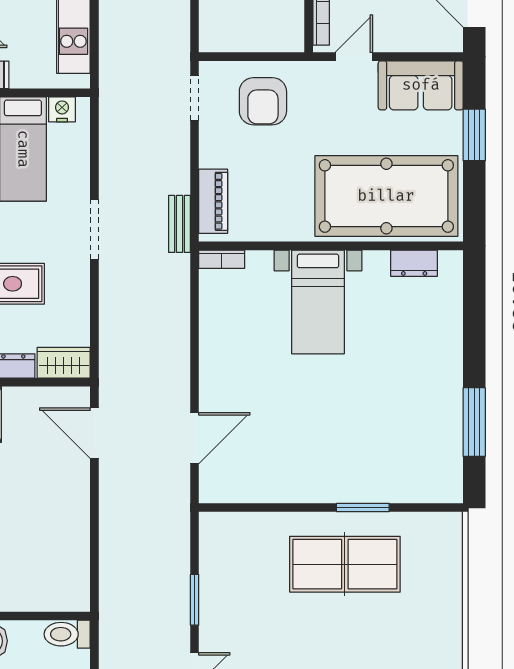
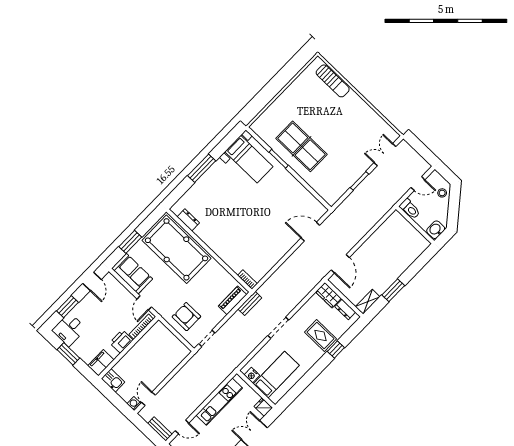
door: (354, 57) -> (144, 303), hinge flipped
armchair: (263, 101) -> (186, 317), turned -90
bed with nightstands: (318, 302) -> (249, 159), moved, turned 90
window: (474, 422) -> (202, 168), moved

